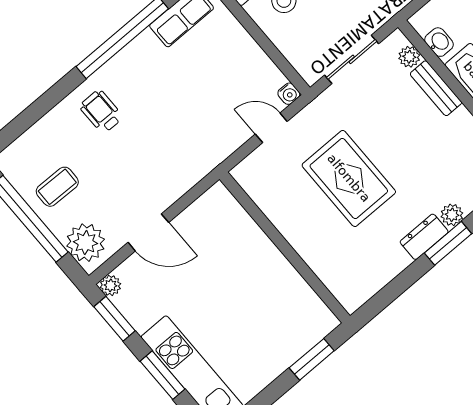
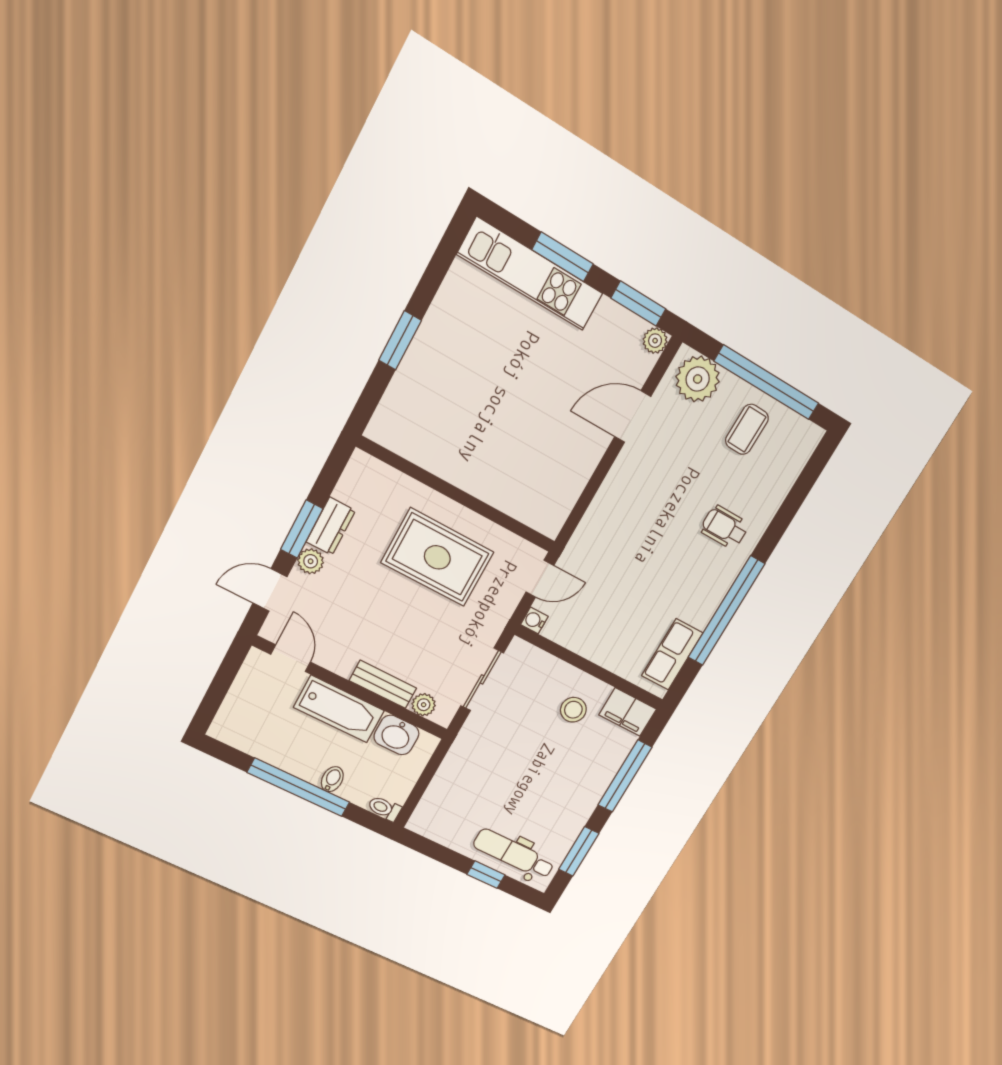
washbasin: (439, 42) -> (396, 735), width x1.38, depth x1.45
wheelchair: (101, 112) -> (725, 527), turned 180
wall: (285, 247) -> (457, 495), moved

